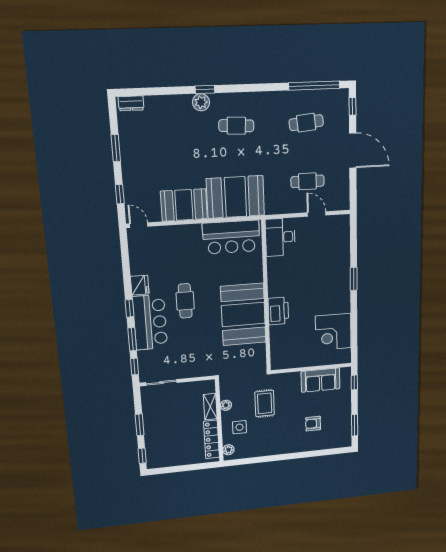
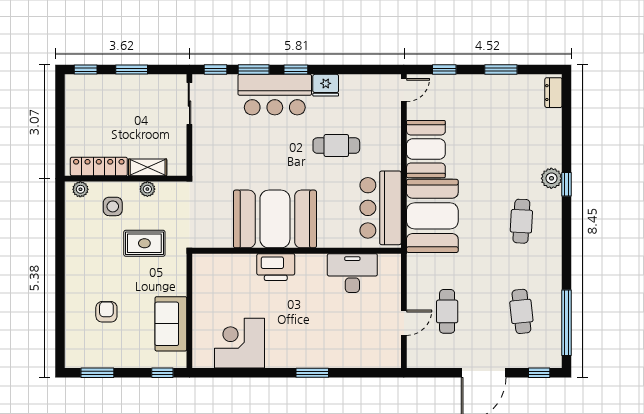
desk: (280, 237) -> (352, 273), moved
cafe table: (185, 301) -> (336, 146), moved

